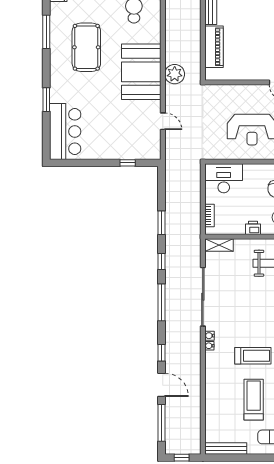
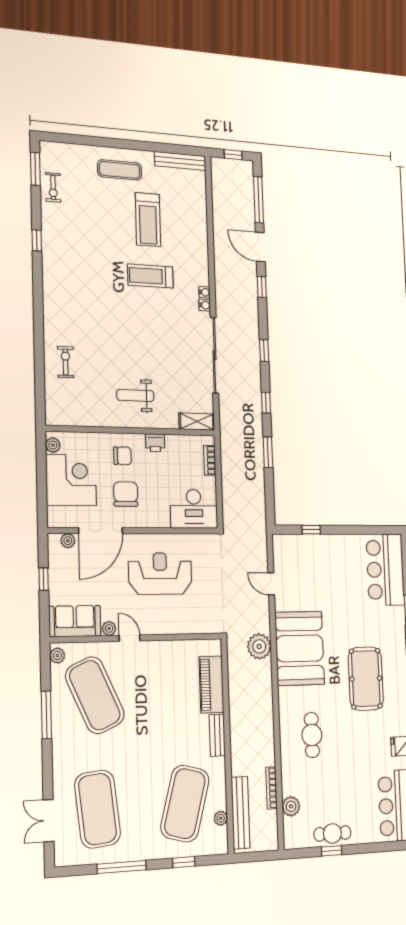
window: (161, 302) -> (264, 351), width x0.46

